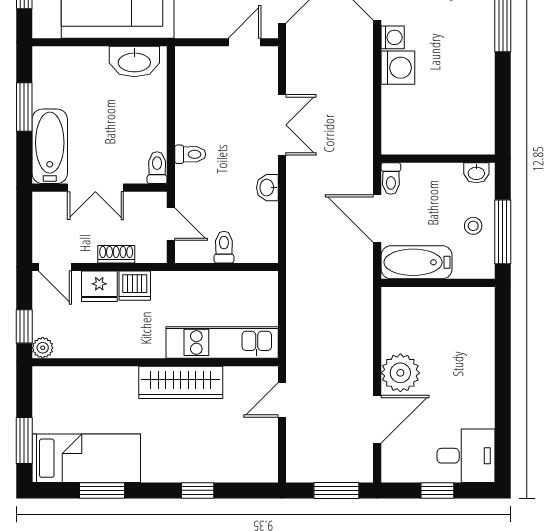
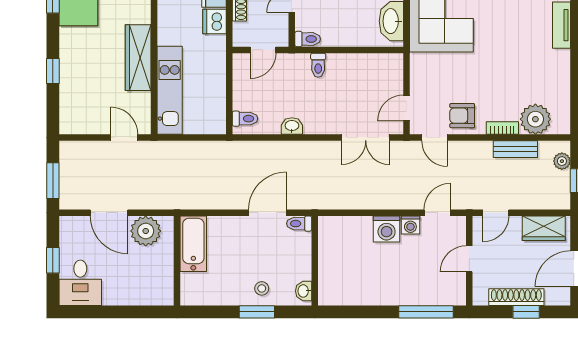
door: (244, 42) -> (407, 108), swing flipped
double door: (282, 125) -> (366, 138), moved
window: (503, 232) -> (257, 312), width x0.69
toilet: (224, 247) -> (245, 119), moved
bathtub: (417, 262) -> (193, 244), moved
wall: (438, 283) -> (177, 261), moved

